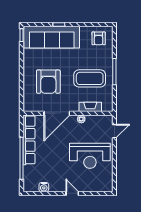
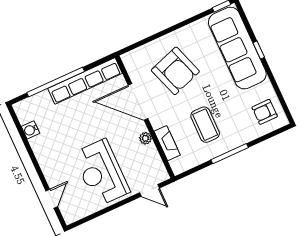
coffee table: (90, 78) -> (205, 125), width x0.73, depth x0.76
armchair: (48, 82) -> (175, 71), turned -109
door: (72, 193) -> (52, 199), moved

